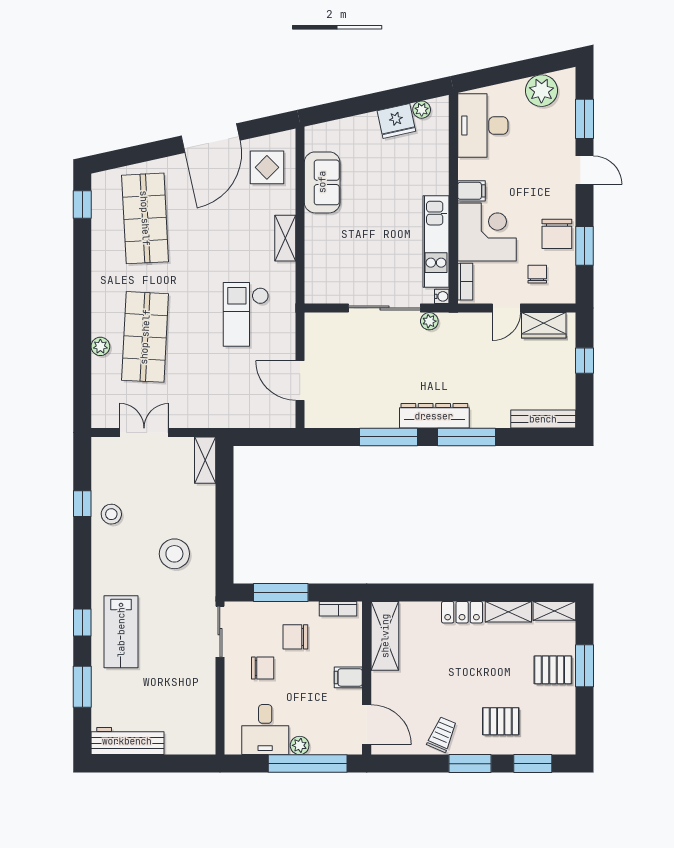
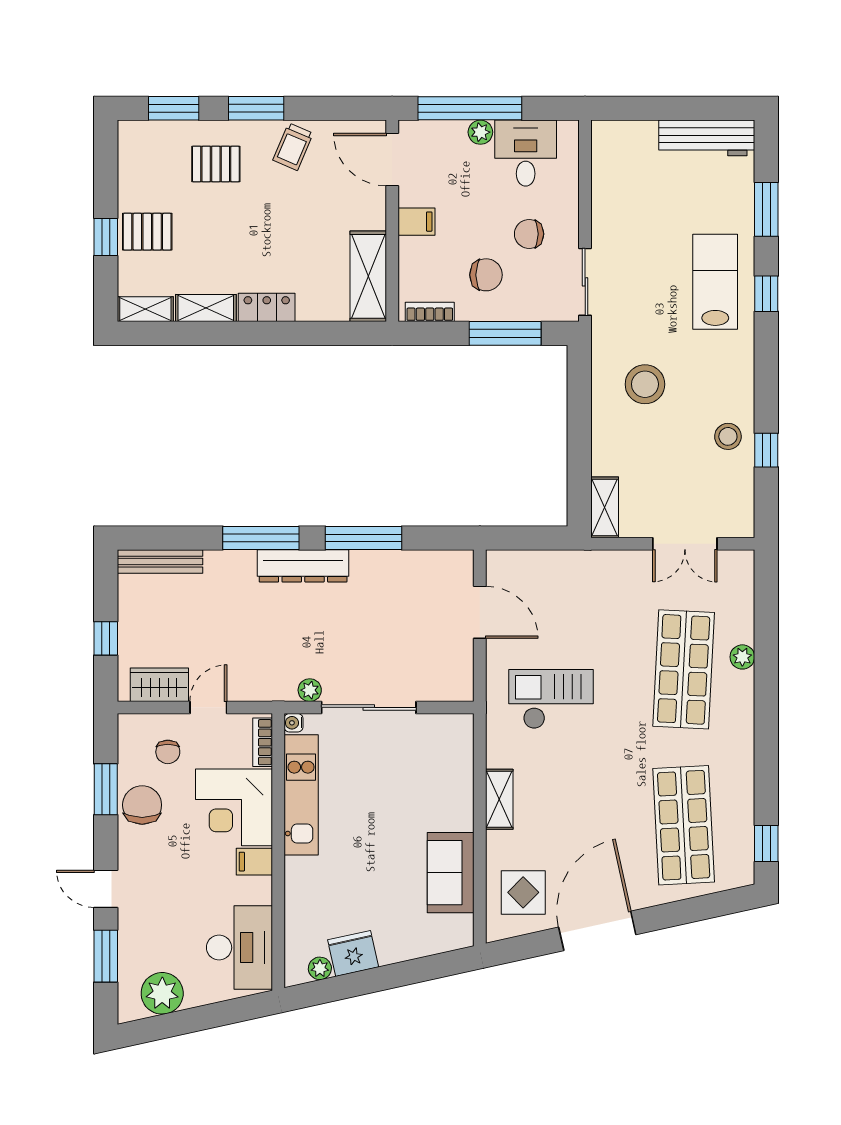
checkout: (246, 314) -> (551, 699), turned -90
window: (584, 666) -> (106, 237), width x0.67

